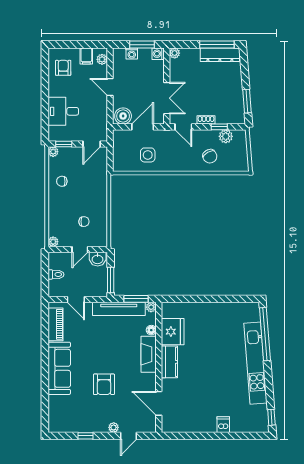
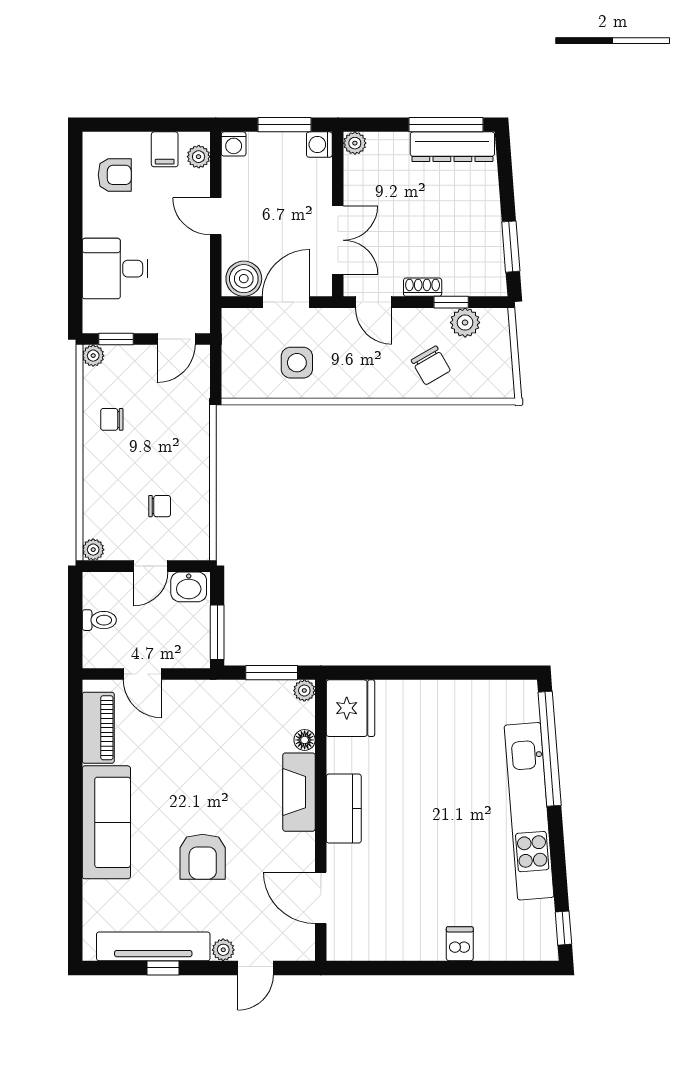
washing machine: (132, 53) -> (234, 144), moved
armchair: (63, 68) -> (115, 175), turned 90
tv unit: (119, 309) -> (153, 946), moved, turned 180
fridge: (173, 332) -> (351, 708), moved

